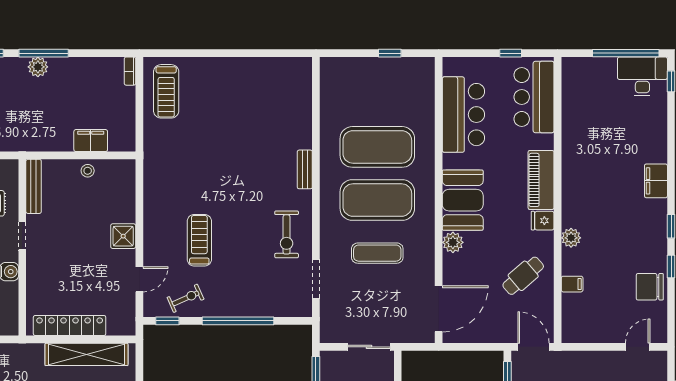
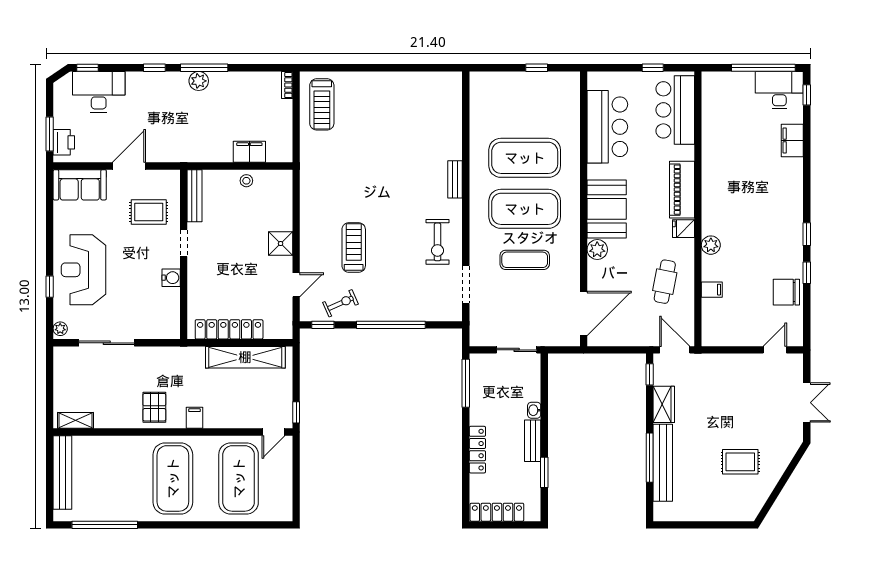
filing cabinet: (656, 181) -> (792, 140), moved
cafe table: (523, 276) -> (665, 282), turned -38

